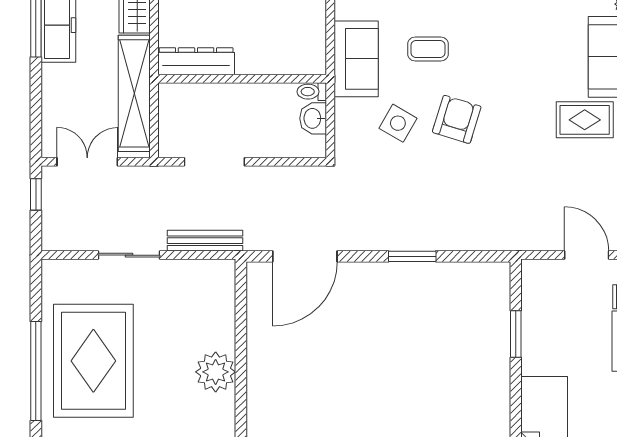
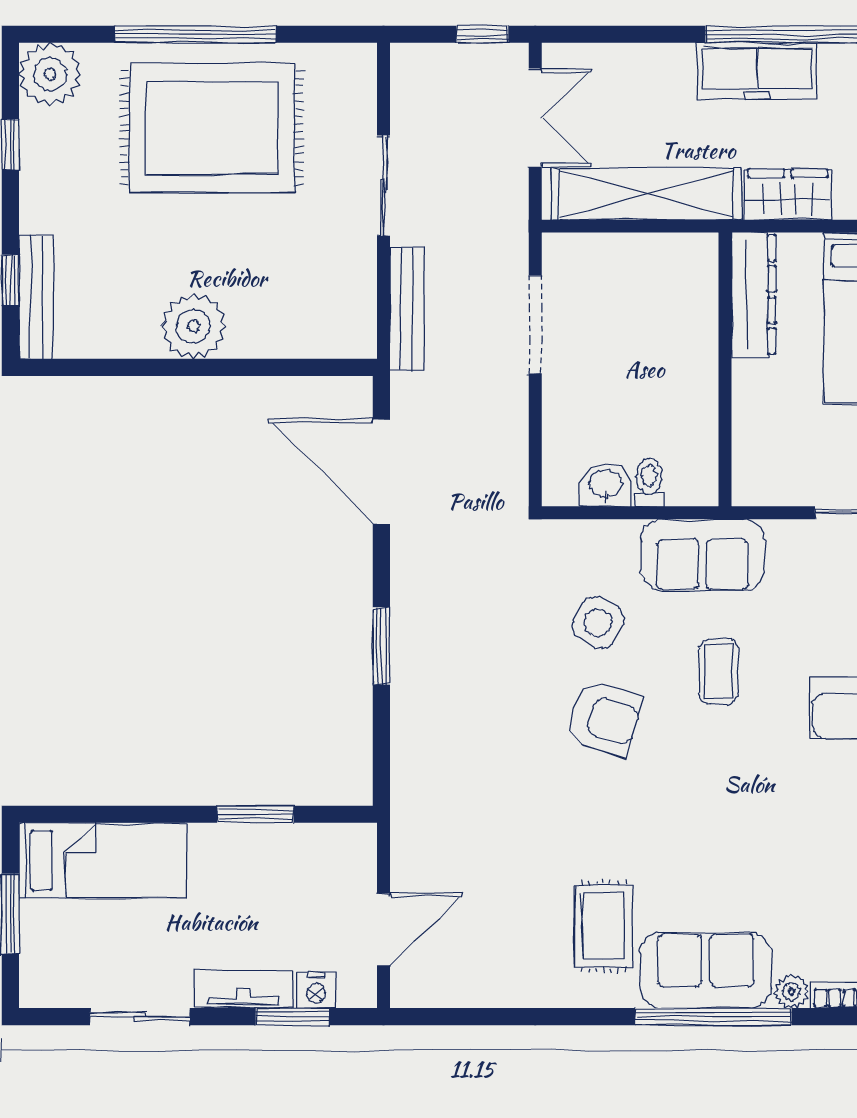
dresser: (196, 61) -> (754, 295), moved
wall: (242, 79) -> (725, 369), moved

